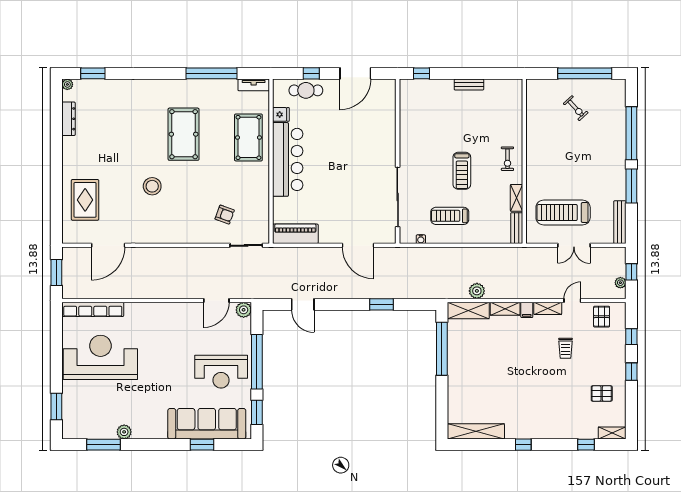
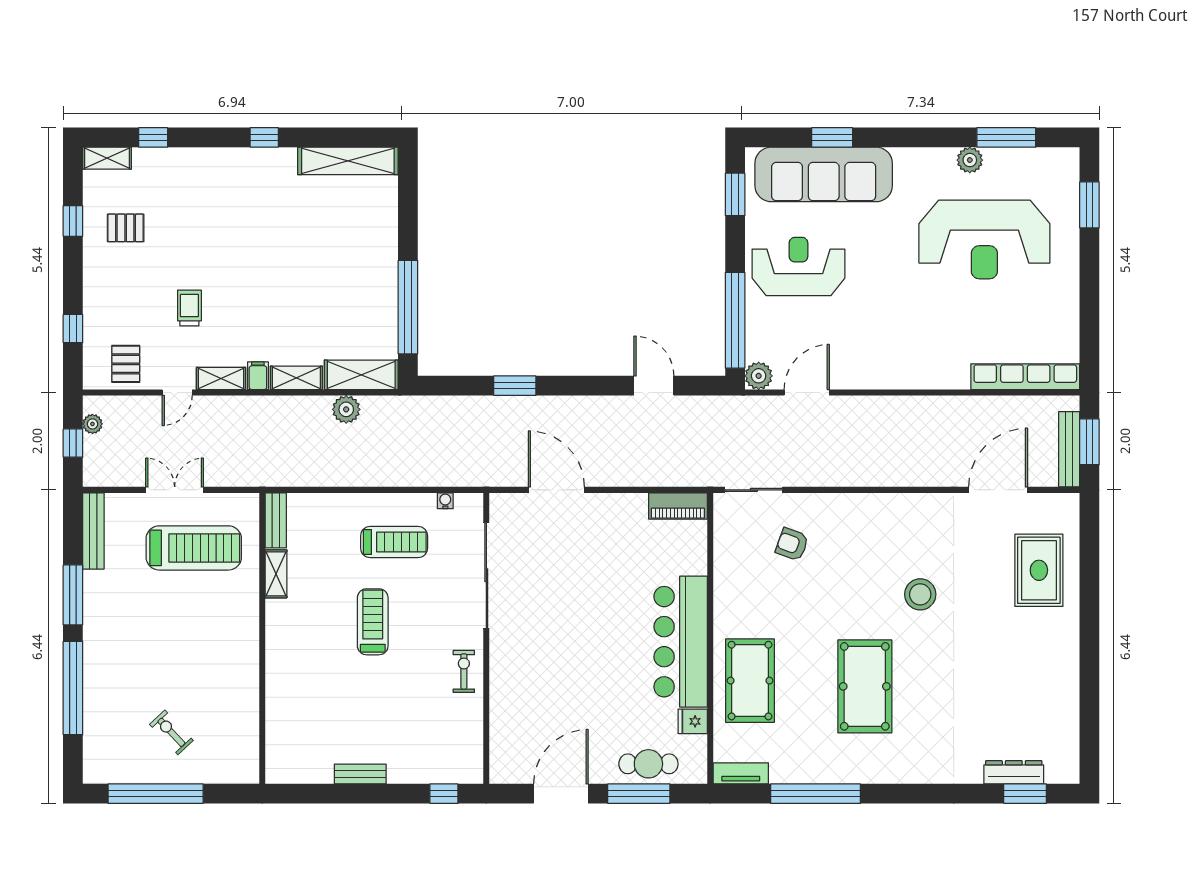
window: (311, 73) -> (639, 794), width x2.17
plant: (67, 84) -> (1070, 774), removed
dresser: (69, 119) -> (1014, 772), moved, turned 90
exercise bike: (507, 159) -> (464, 671), moved
piano: (295, 234) -> (678, 506), width x0.73, depth x0.75
bench: (68, 268) -> (1069, 449), added
reception desk: (100, 357) -> (984, 239), moved
window: (257, 362) -> (735, 320), moved
window: (631, 372) -> (73, 221), moved

